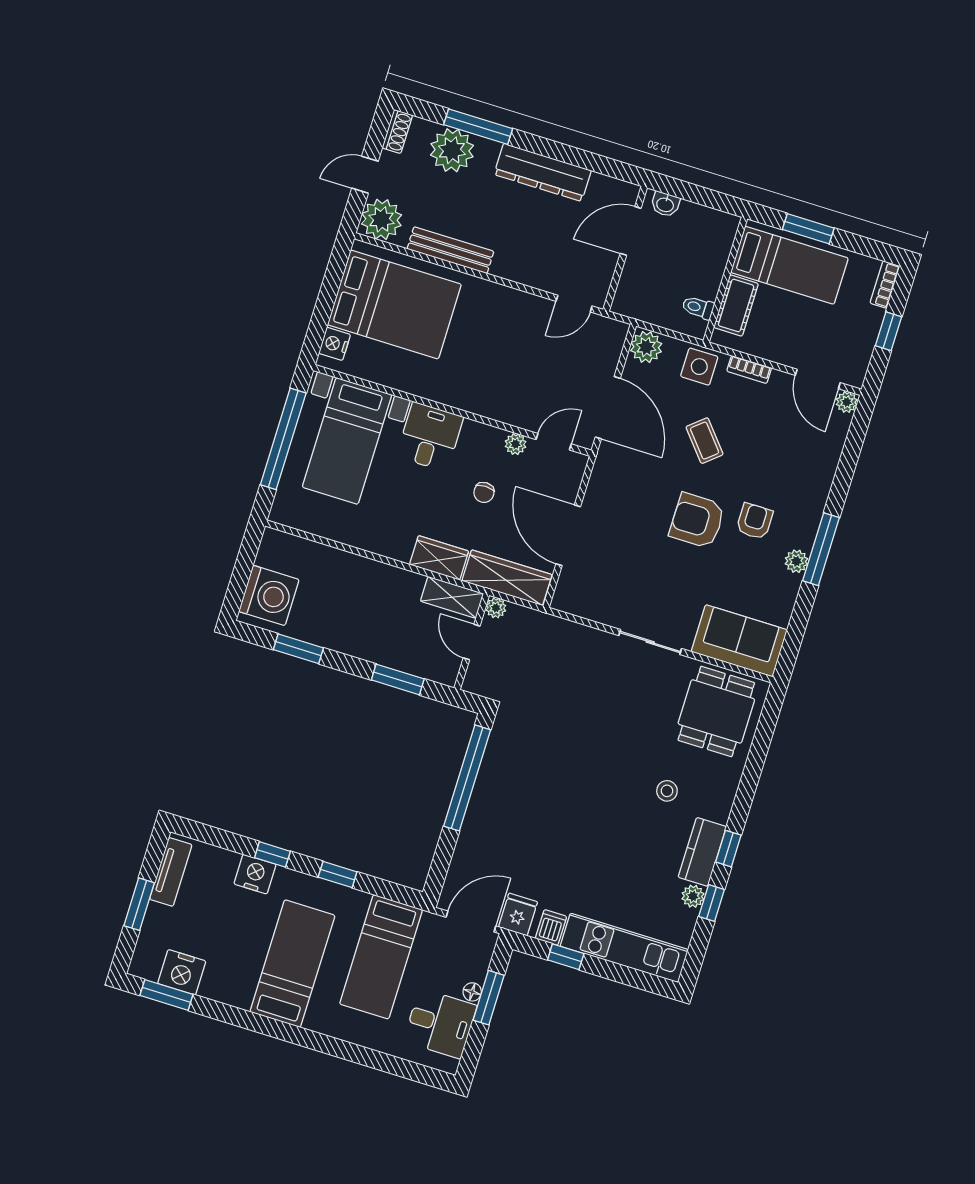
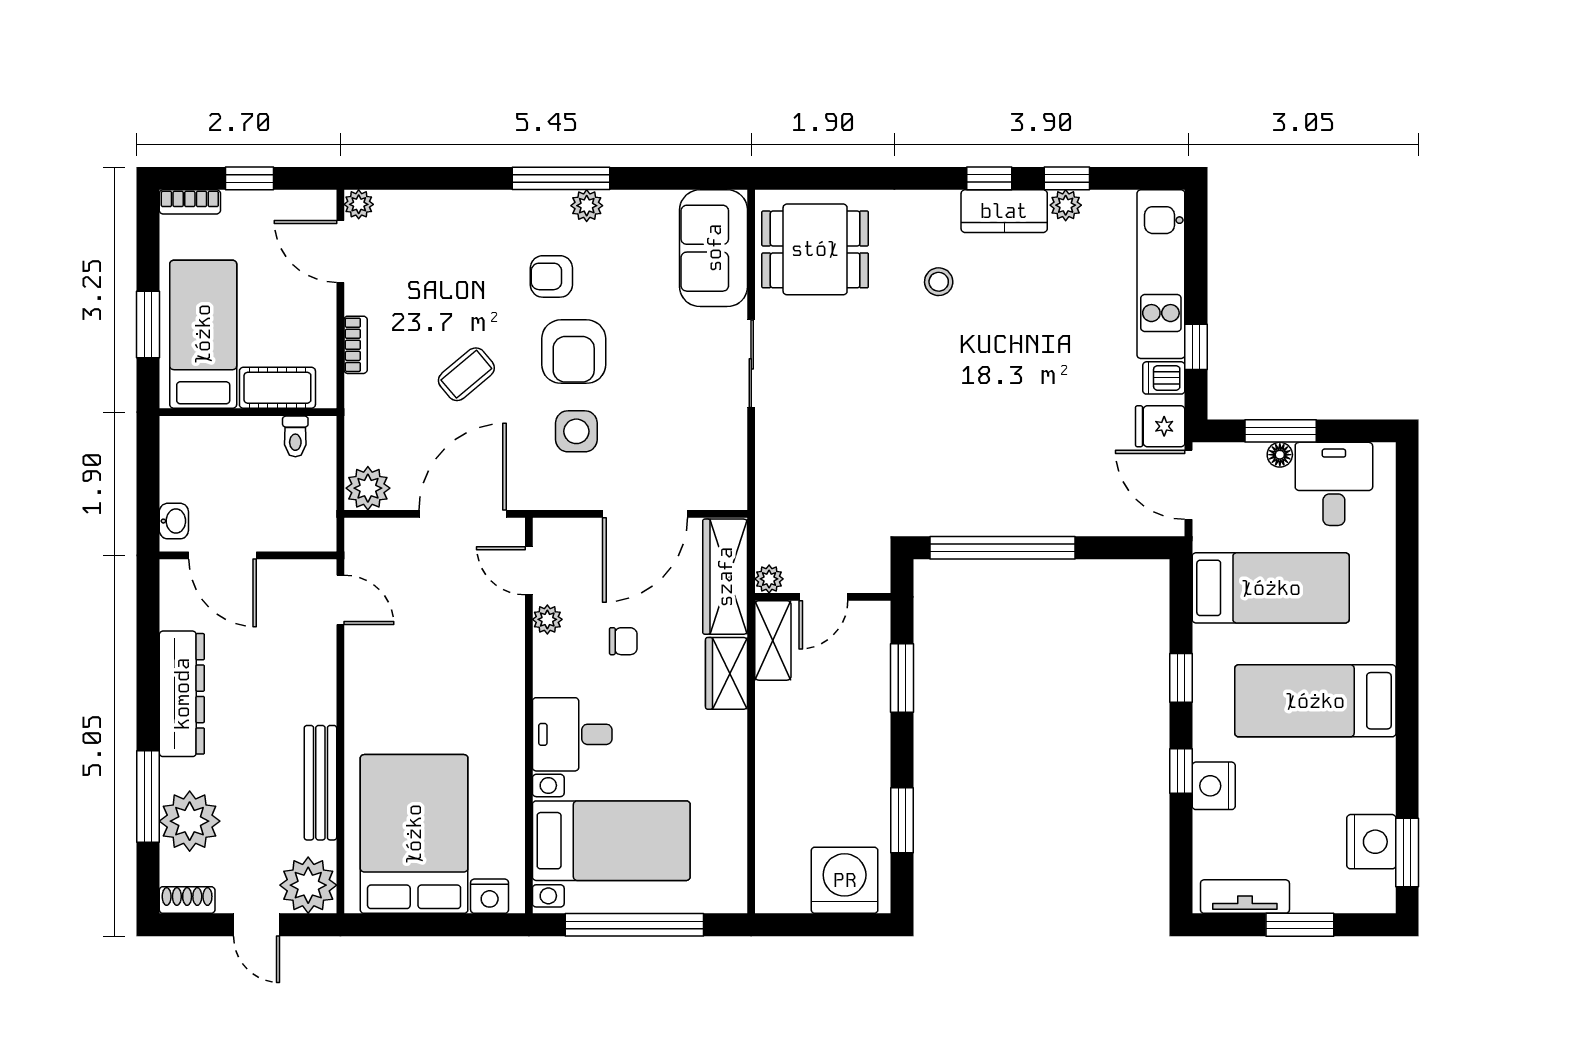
side table: (699, 367) -> (576, 431), moved
door: (818, 379) -> (340, 251), swing flipped

